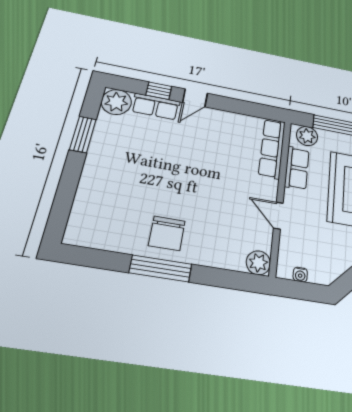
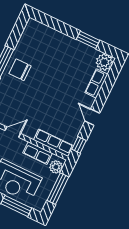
window: (159, 91) -> (79, 145), moved
door: (195, 98) -> (92, 117), moved

